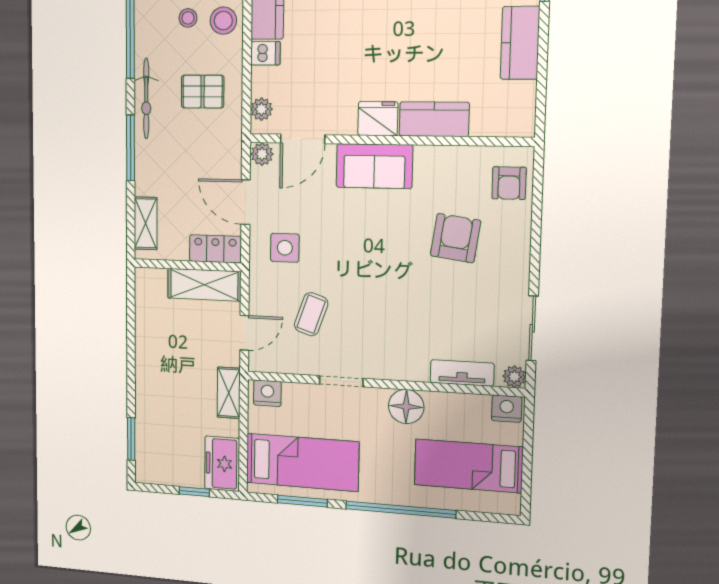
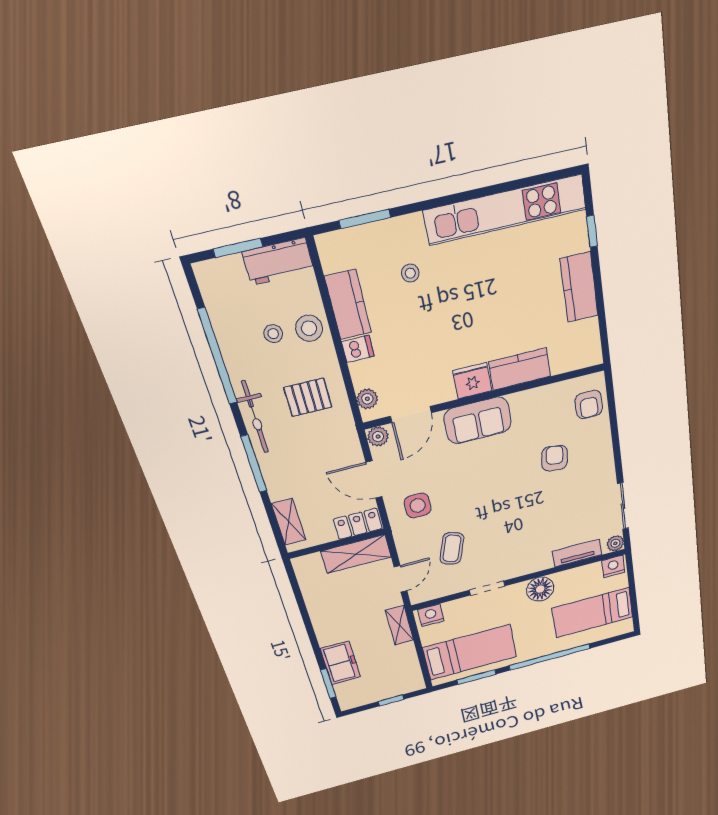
armchair: (455, 238) -> (555, 458), width x0.72, depth x0.72
freezer: (222, 464) -> (340, 663), moved, turned 180

